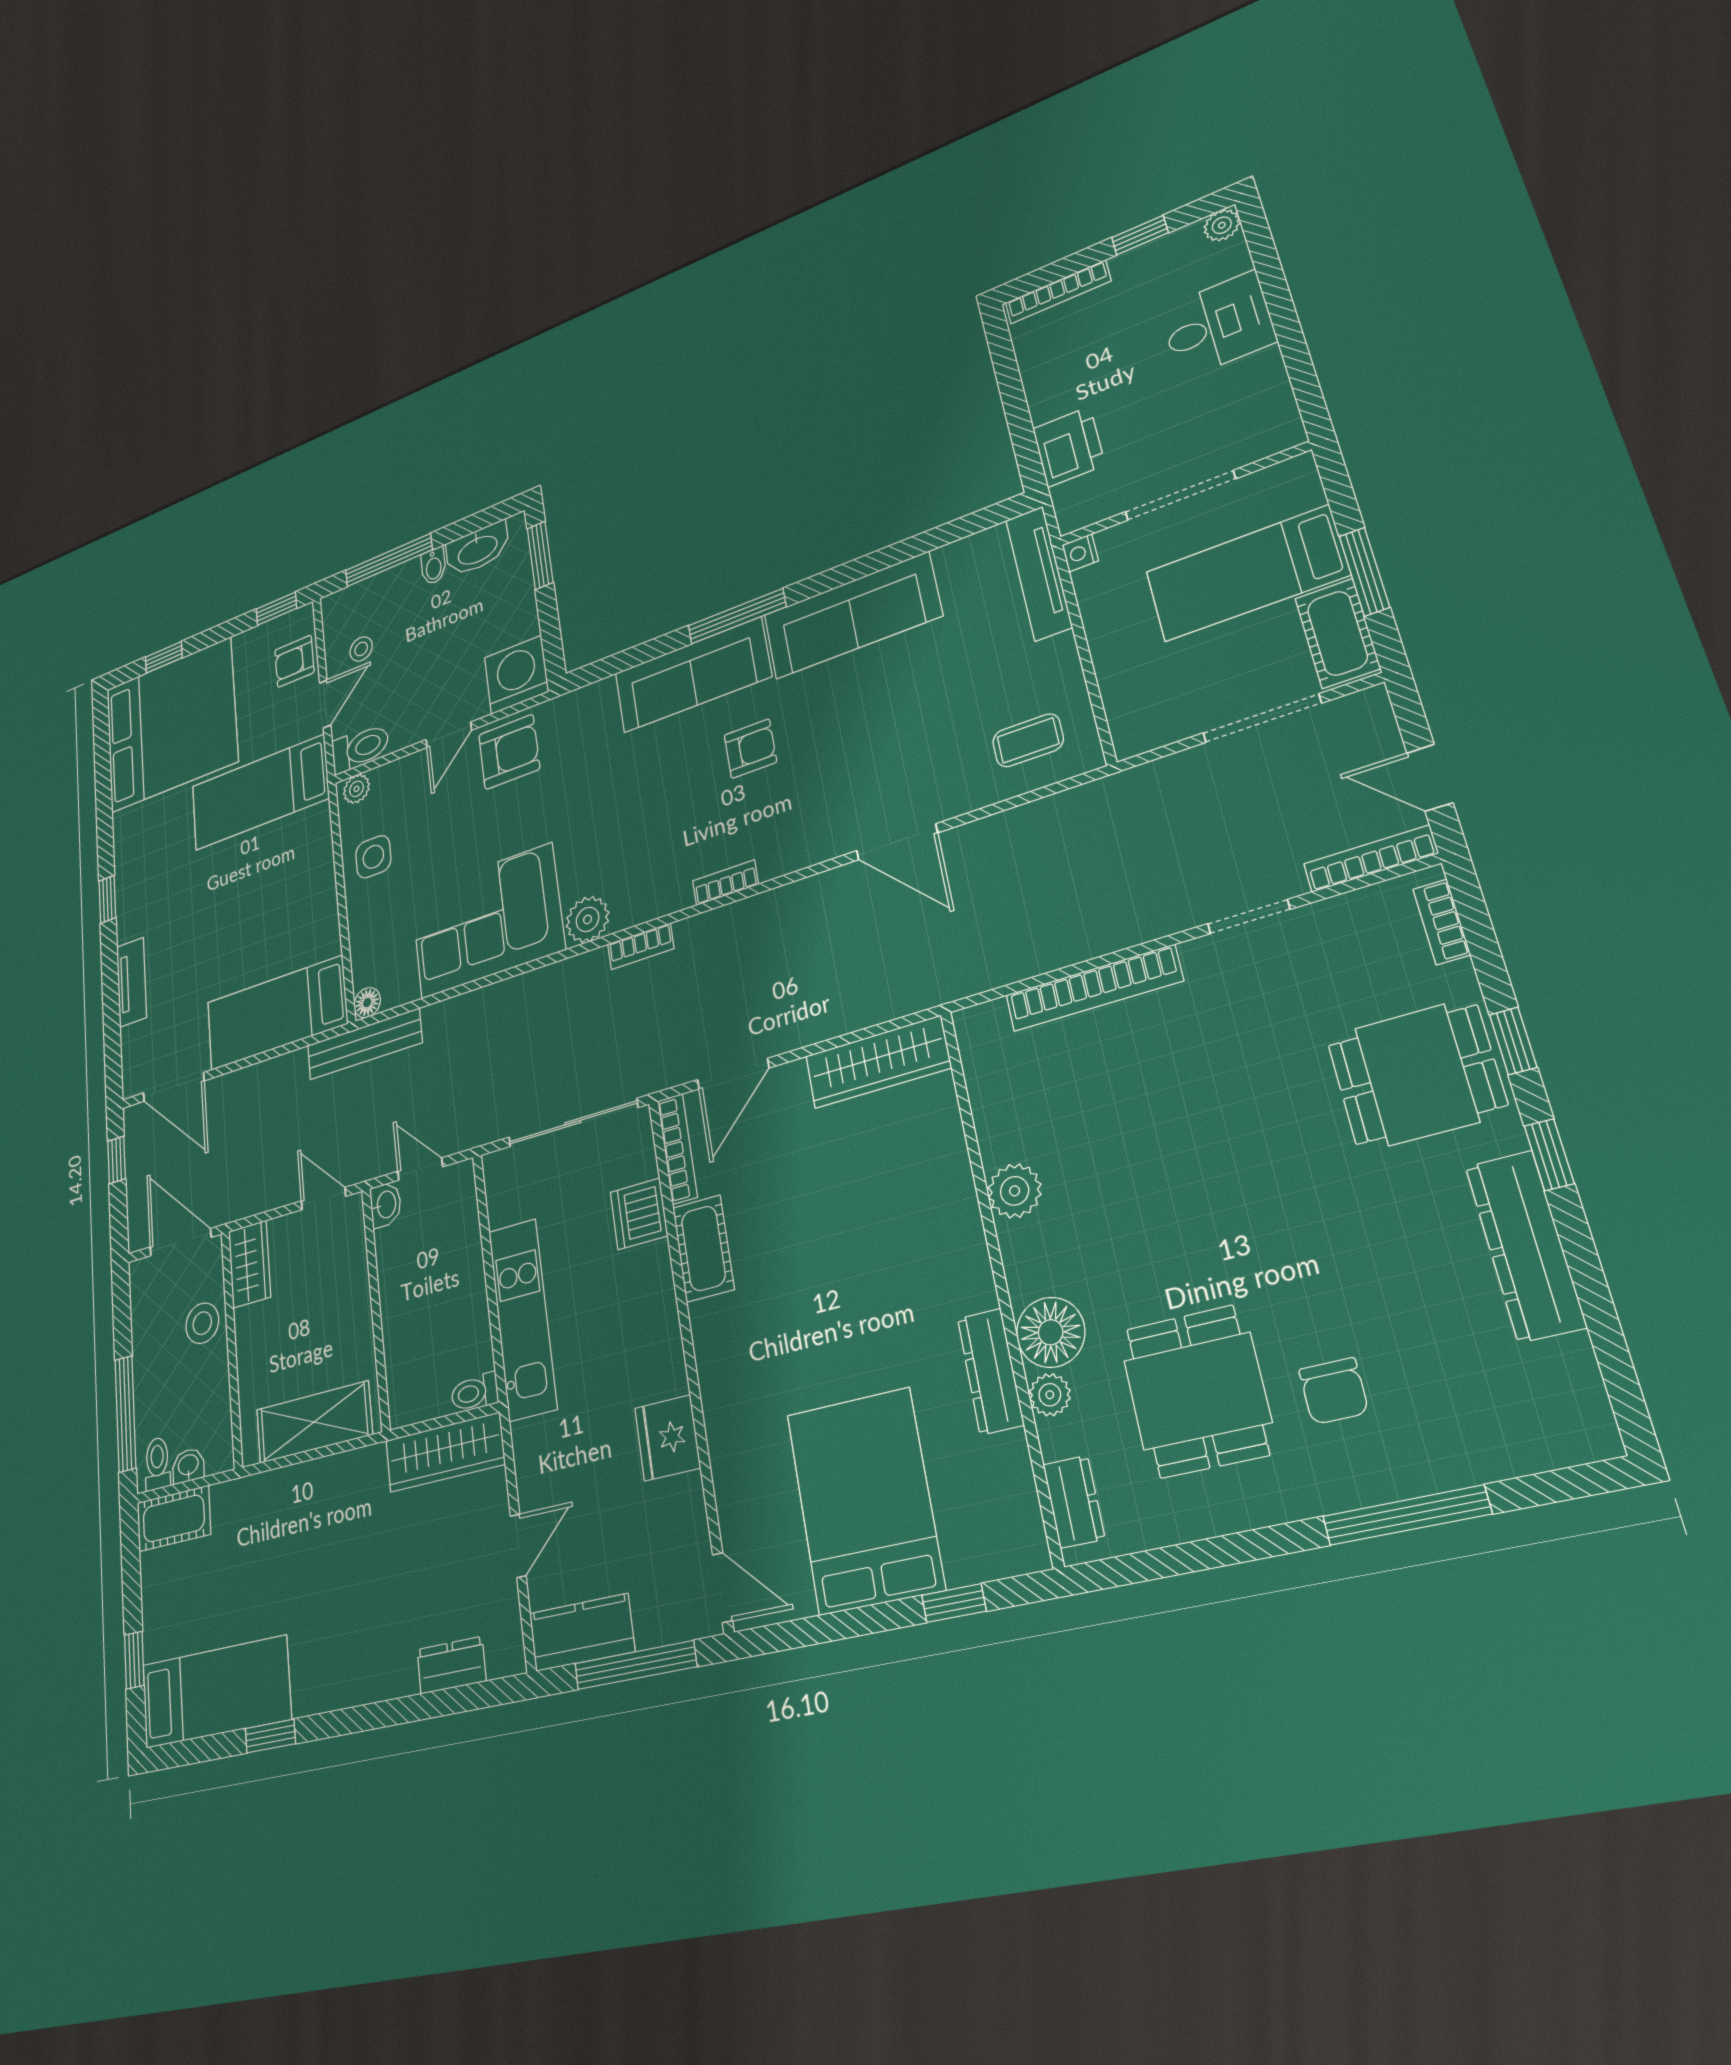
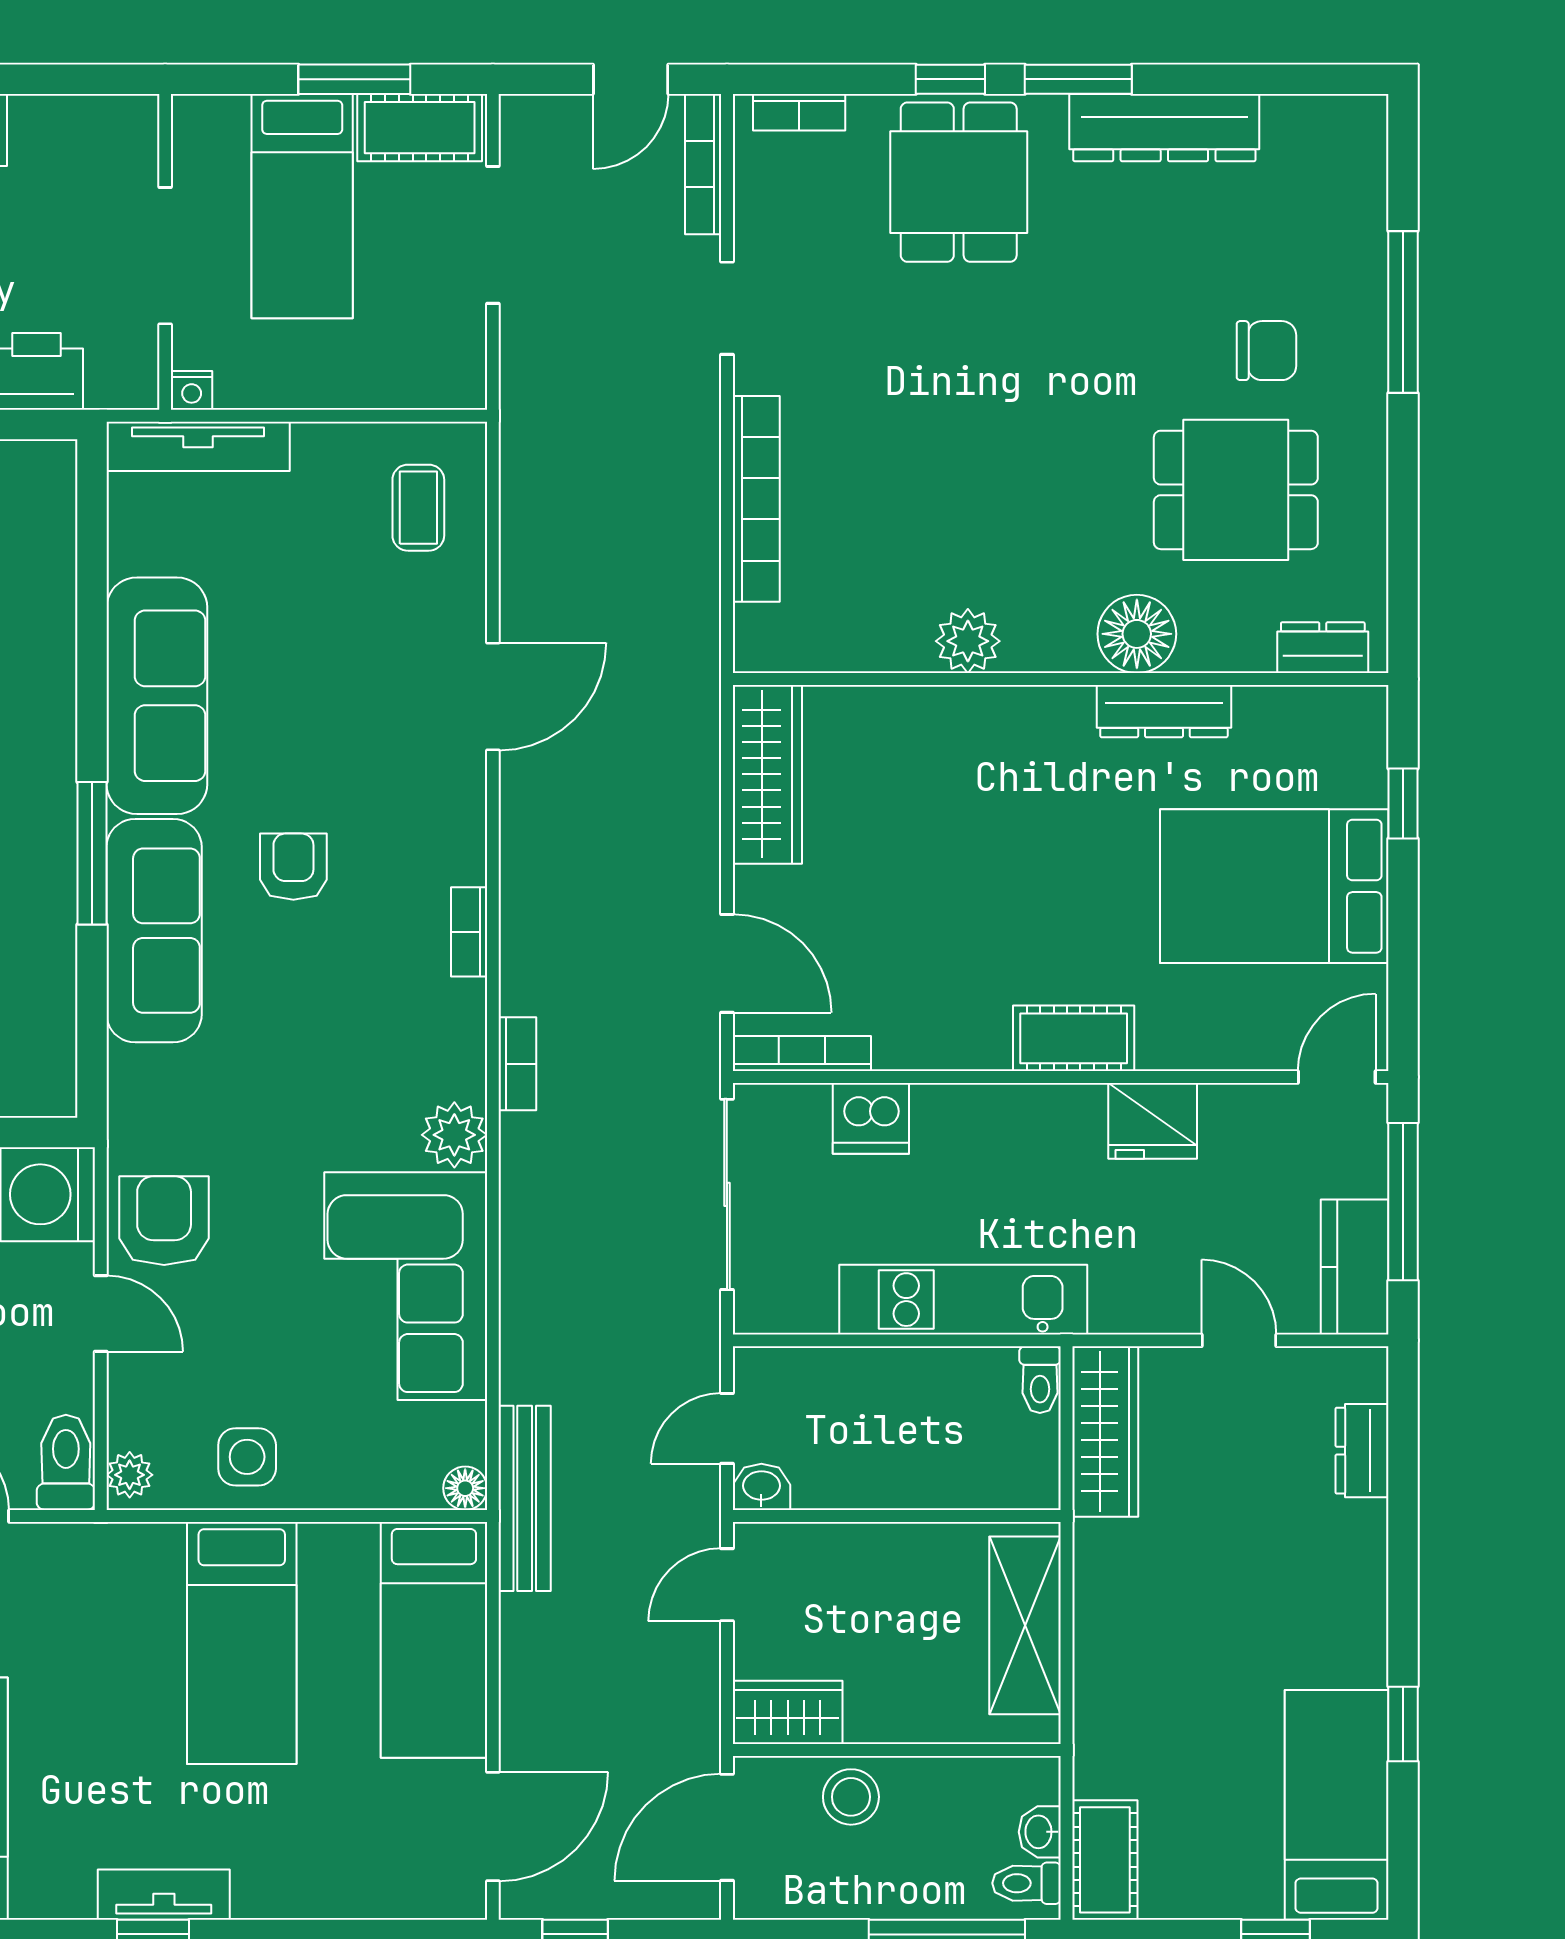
bed: (260, 792) -> (242, 1643), moved
tv unit: (132, 982) -> (164, 1895), moved
window: (1549, 1155) -> (1078, 79), width x1.50
cot: (703, 1248) -> (1074, 1038), moved
plant: (1050, 1395) -> (1204, 650), removed

